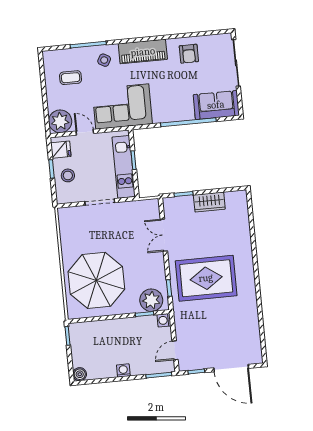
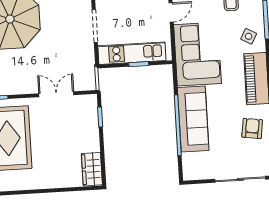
armchair: (189, 54) -> (252, 128), turned 98
sofa: (216, 105) -> (193, 119), moved, width x1.36
wardrobe: (209, 202) -> (92, 169), moved

